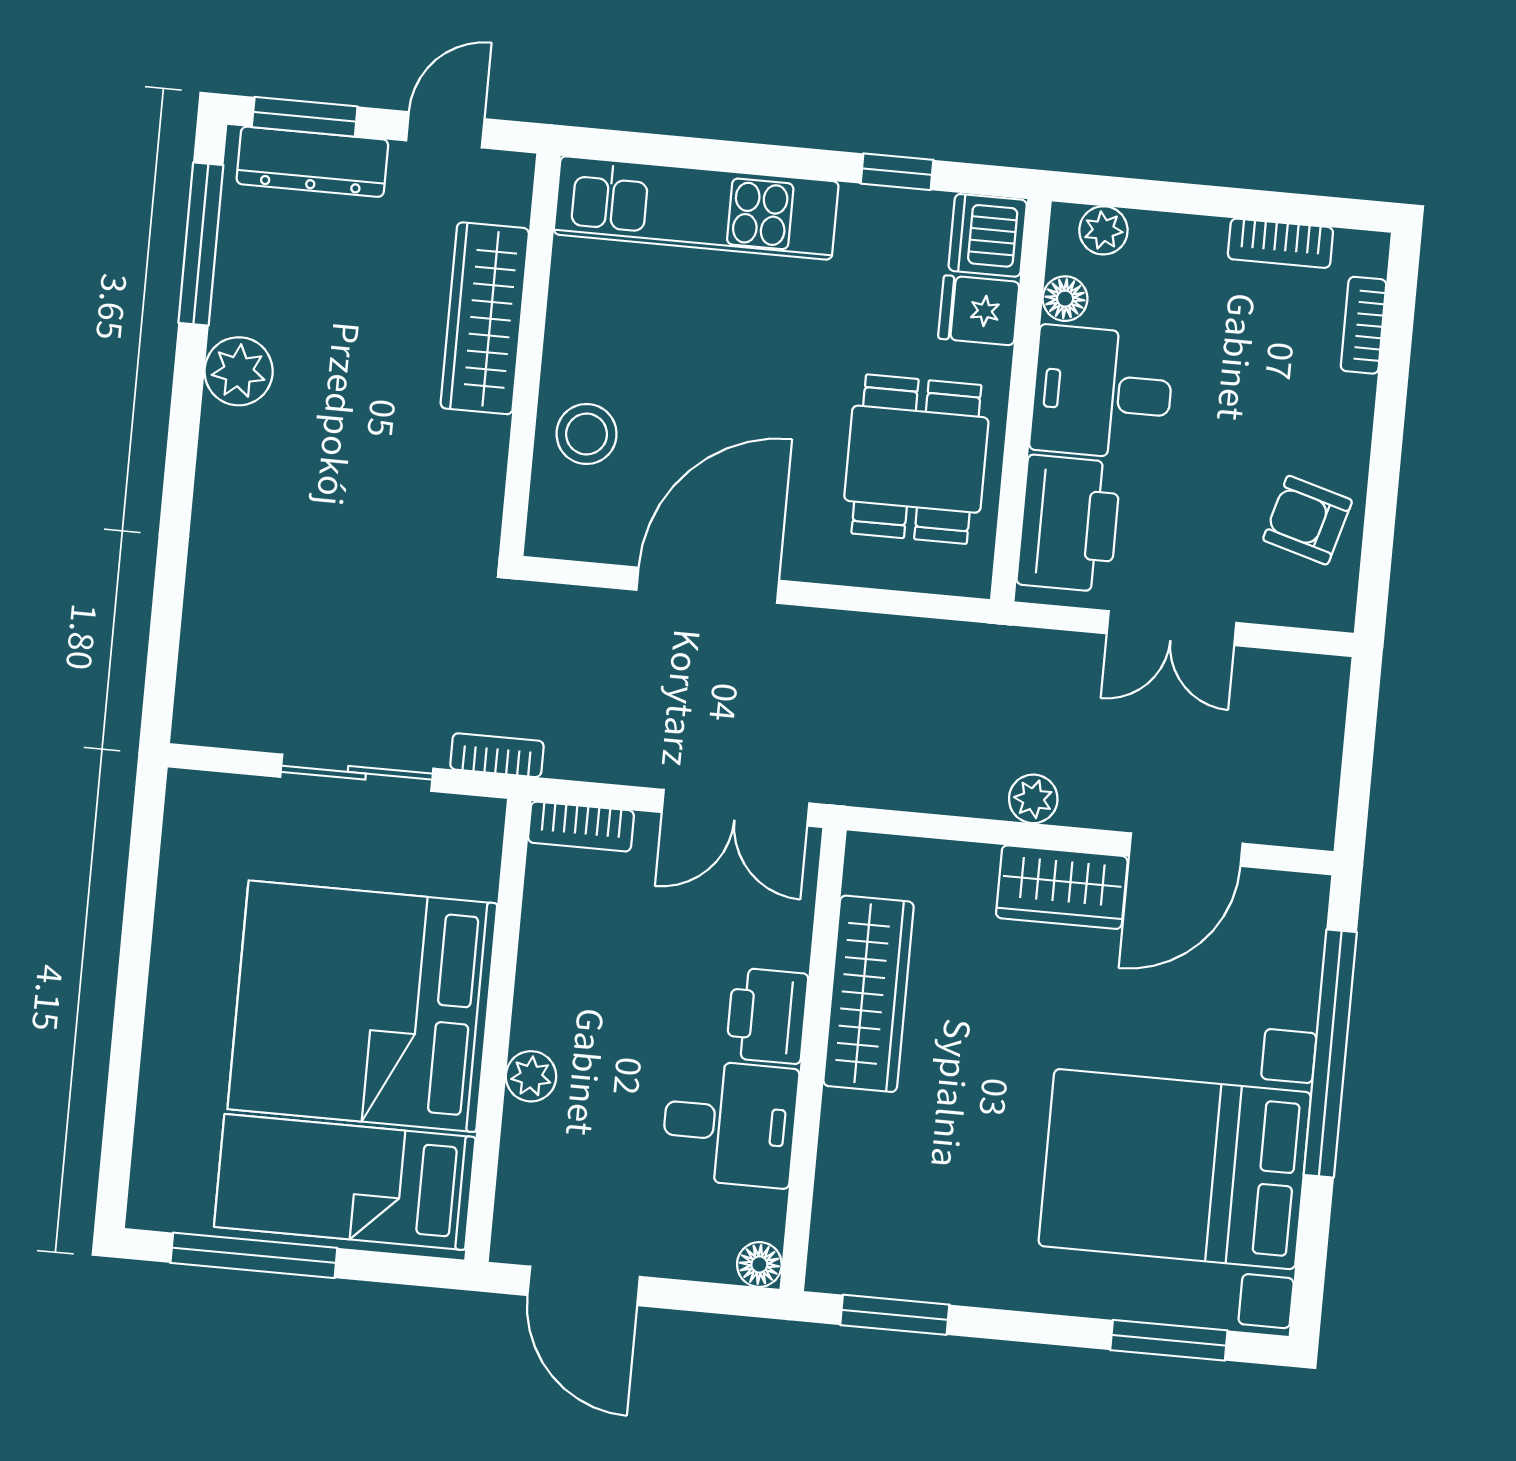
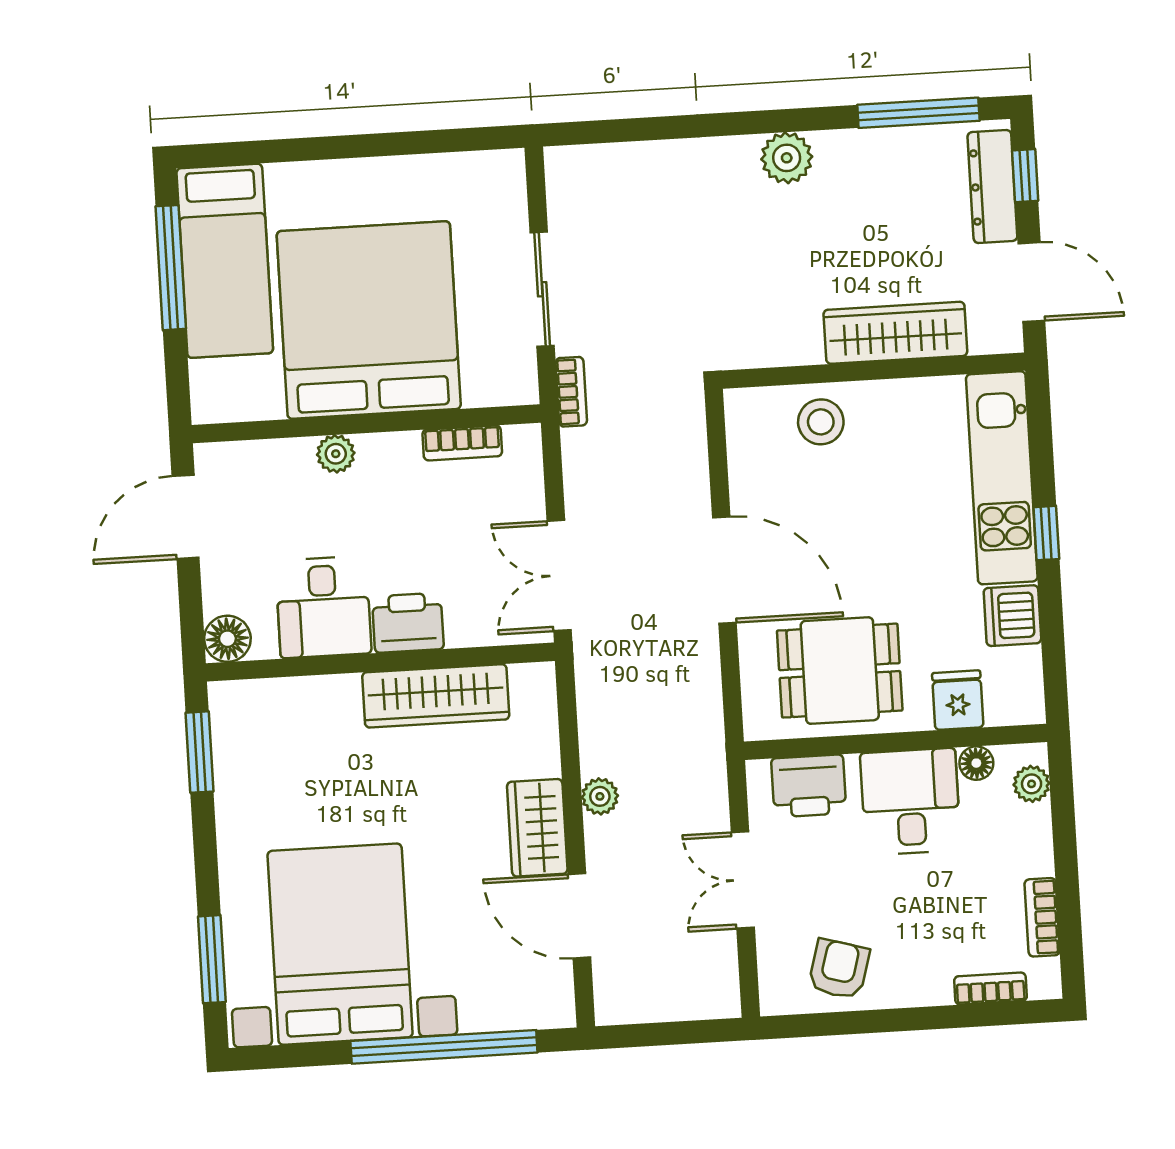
window: (305, 117) -> (1025, 176), width x0.67
door: (445, 130) -> (1031, 282), width x1.38
window: (897, 172) -> (1046, 533), moved
dishwasher: (988, 235) -> (1012, 616), moved, turned -90
plant: (239, 371) -> (787, 158), moved
printer: (1069, 524) -> (809, 786), width x0.73, depth x0.84
door: (708, 585) -> (724, 570), moved
bookcase: (581, 827) -> (462, 443), moved, turned -90
bed: (345, 1182) -> (225, 261), moved, turned 180
floor lamp: (759, 1264) -> (227, 639), width x1.37, depth x1.37

